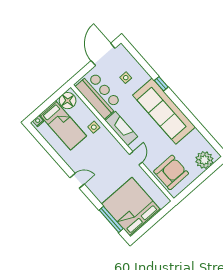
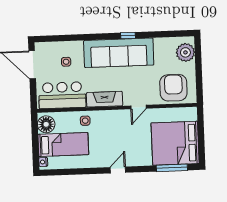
window: (161, 84) -> (128, 36), moved
door: (136, 158) -> (138, 107), swing flipped

